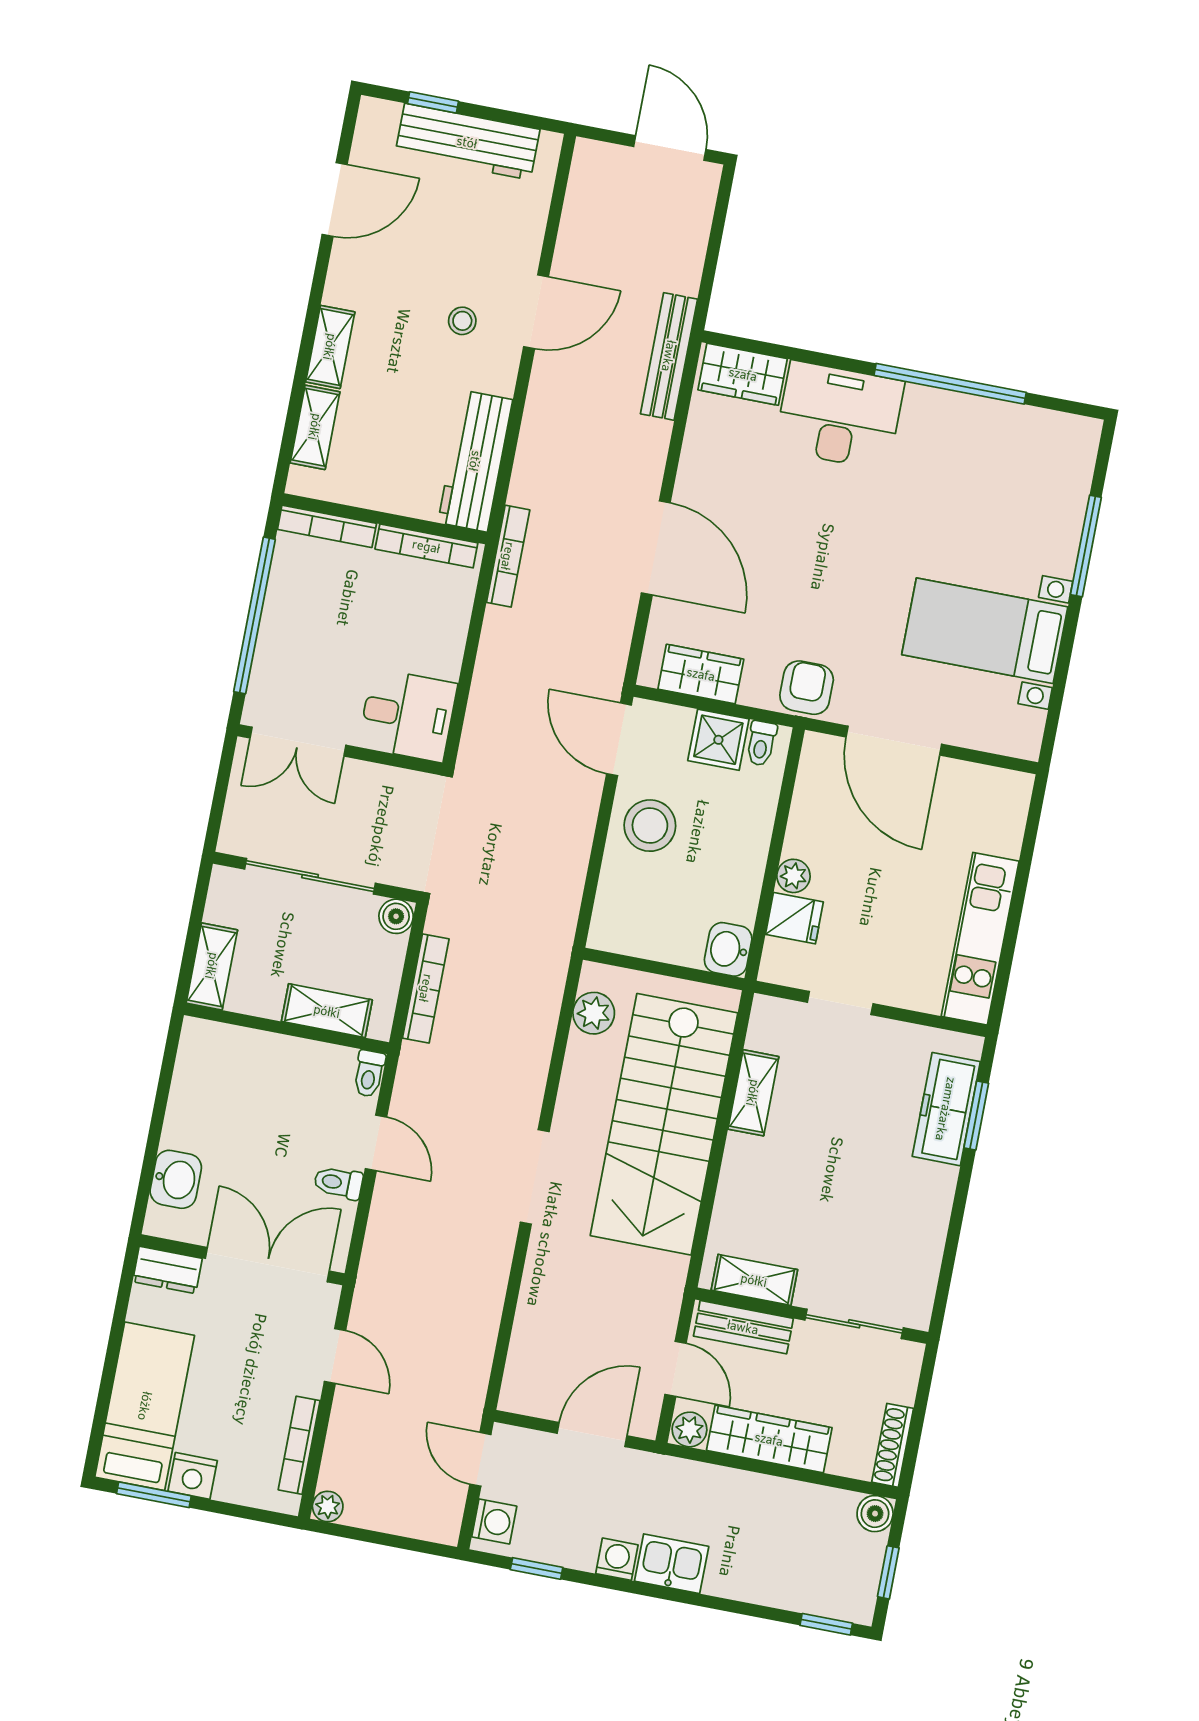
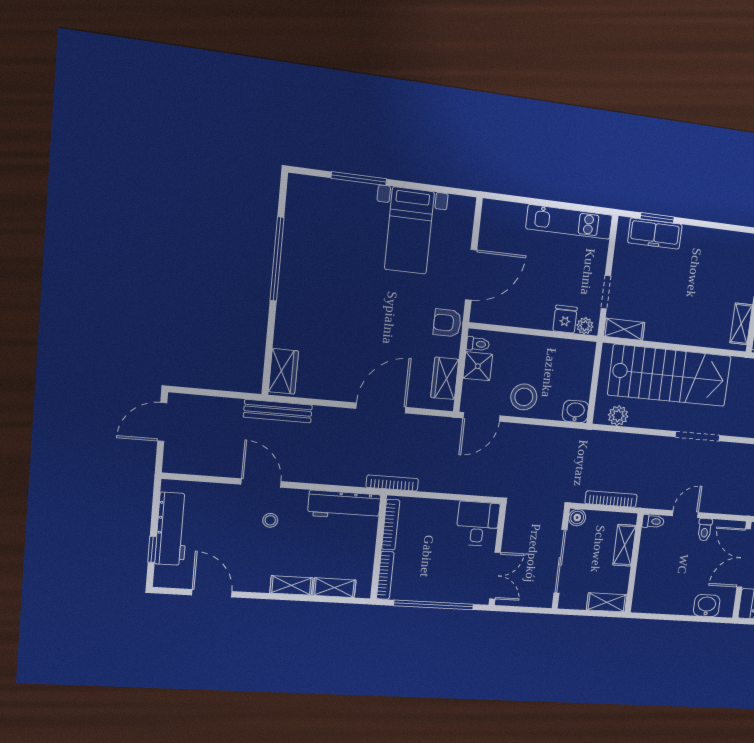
desk: (839, 415) -> (301, 318), removed
plant: (793, 876) -> (585, 326), moved
washbasin: (728, 949) -> (575, 411), moved, turned 180
shelving: (753, 1093) -> (624, 329), moved

